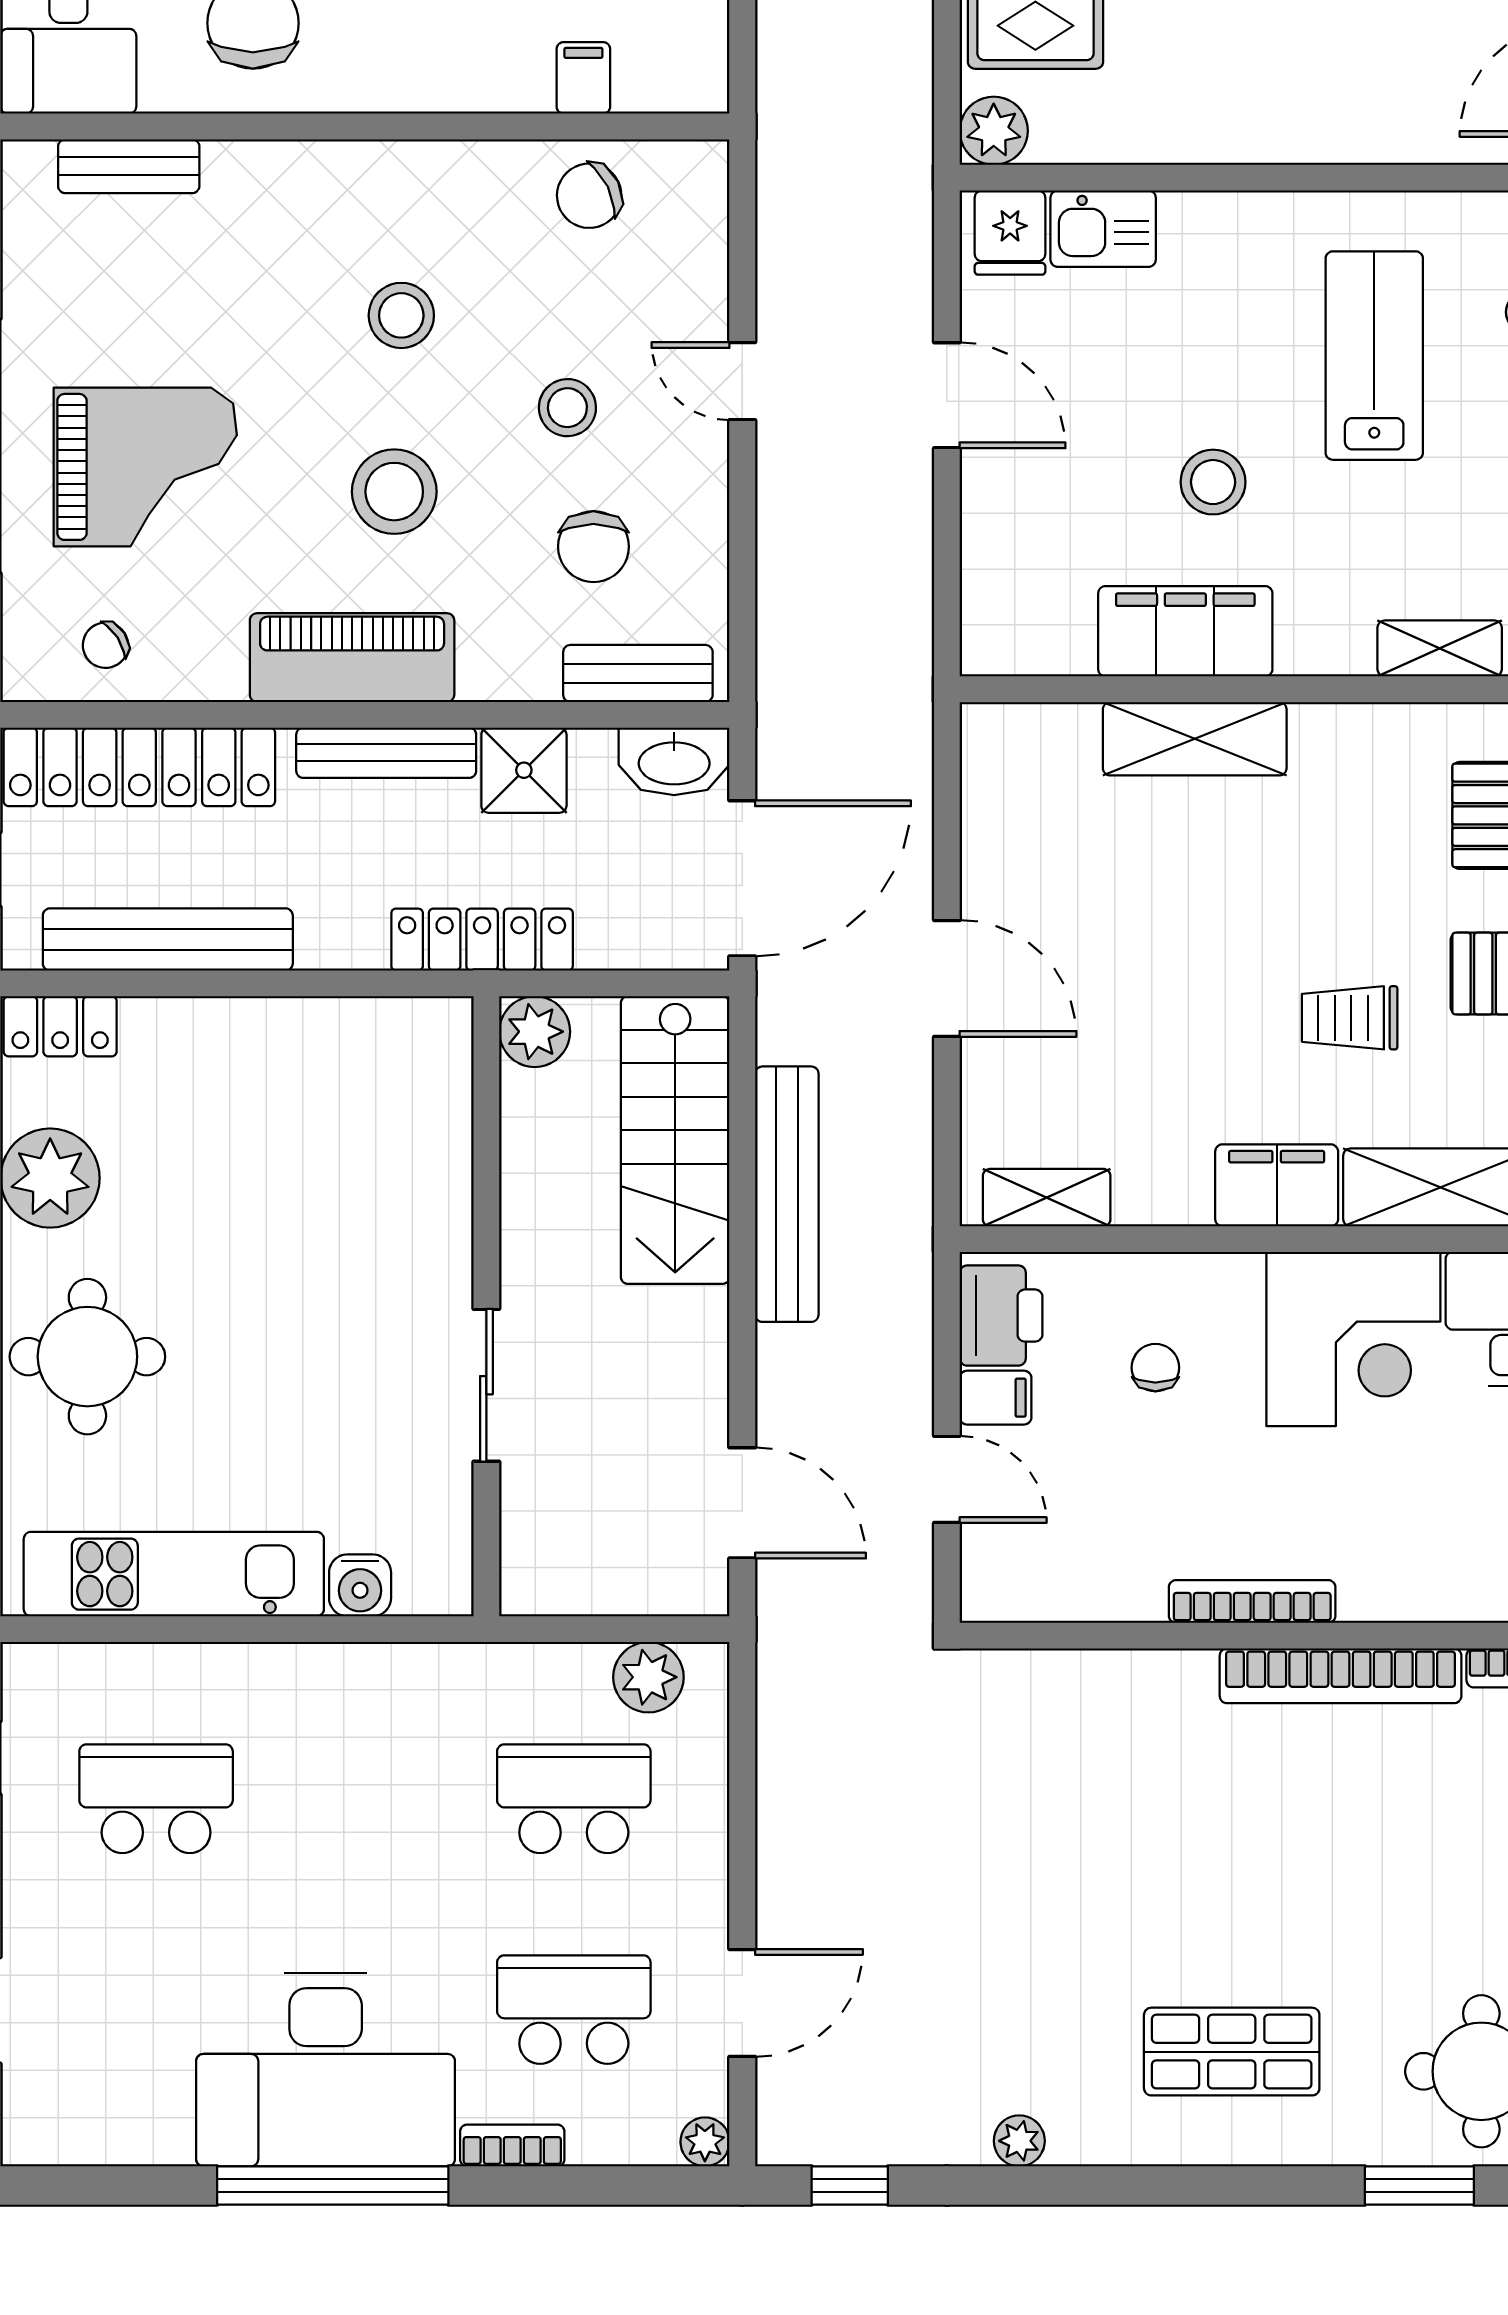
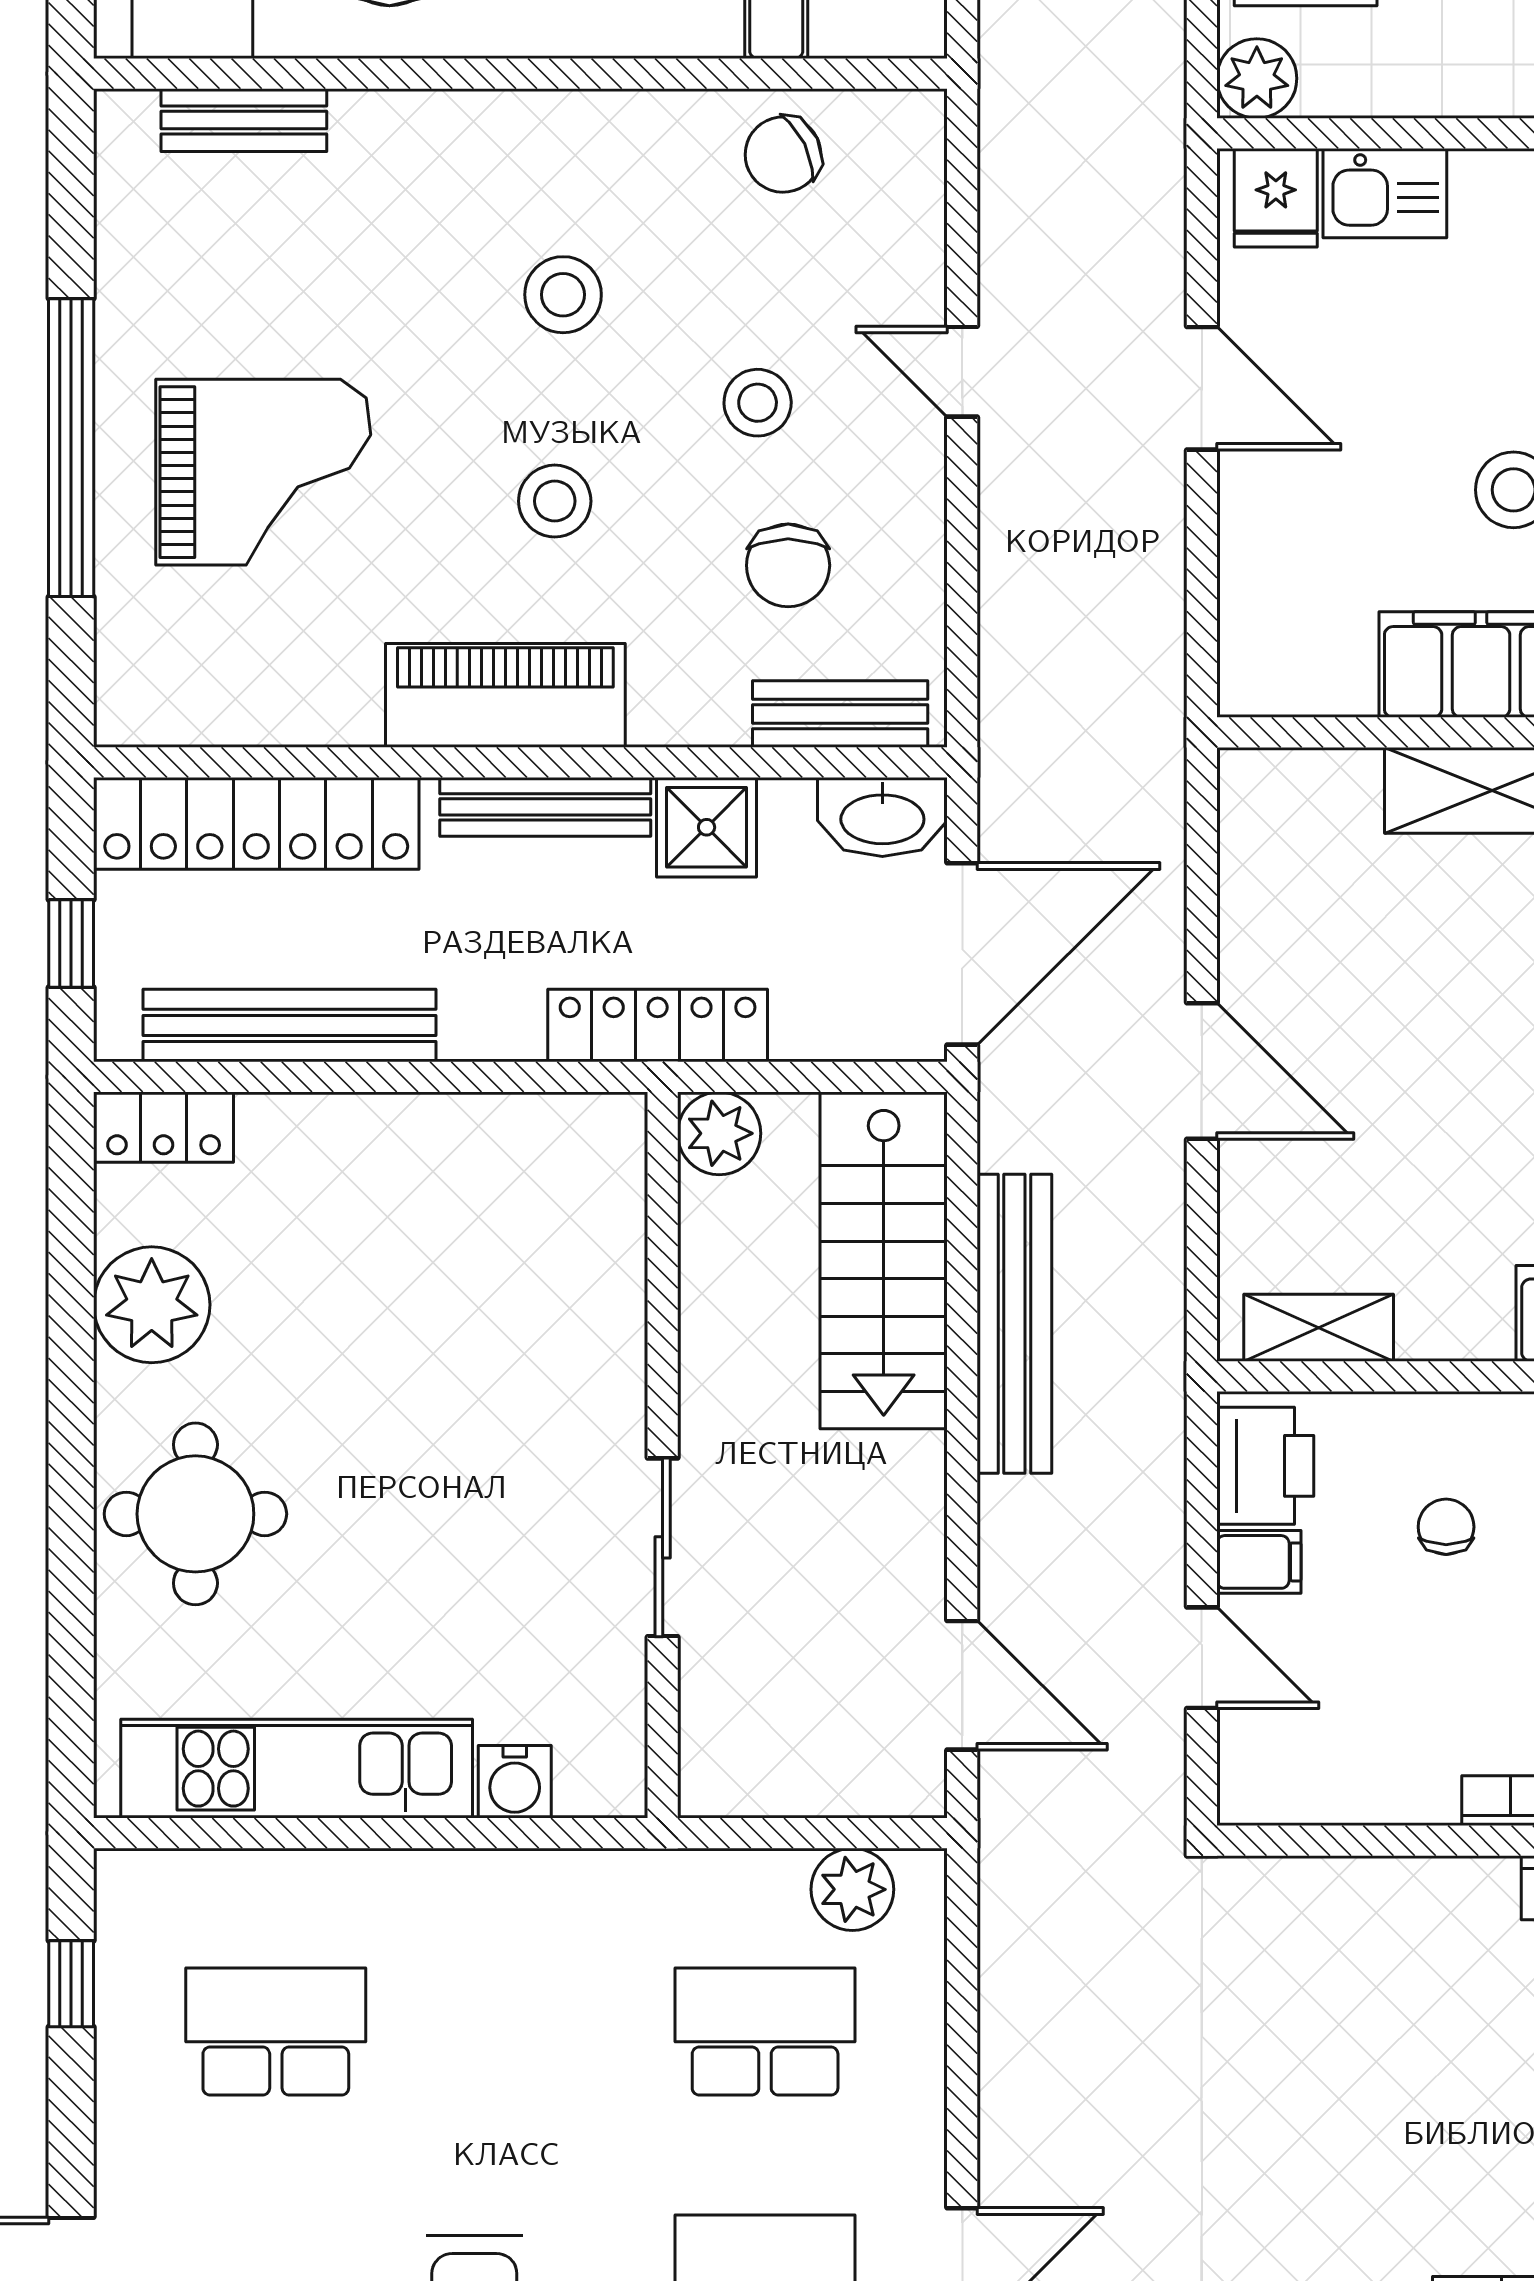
stool: (394, 492) -> (555, 501), width x0.73, depth x0.73
chair: (105, 645) -> (217, 681), removed

